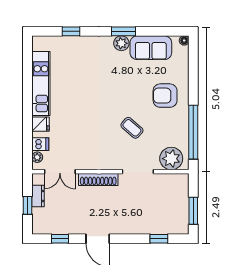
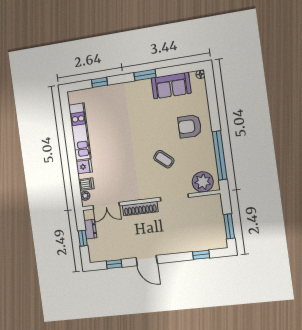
plant: (121, 43) -> (144, 86), removed

